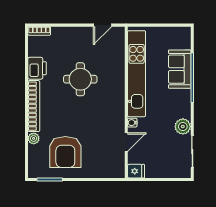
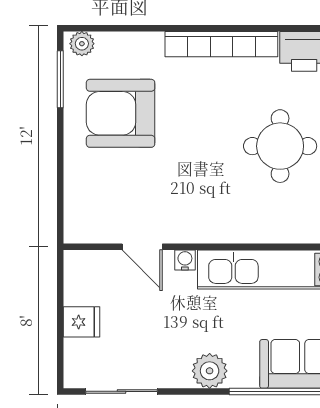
plant: (183, 126) -> (210, 371), moved
plant: (34, 138) -> (82, 44), moved
fridge: (136, 171) -> (81, 322), moved, turned -90

